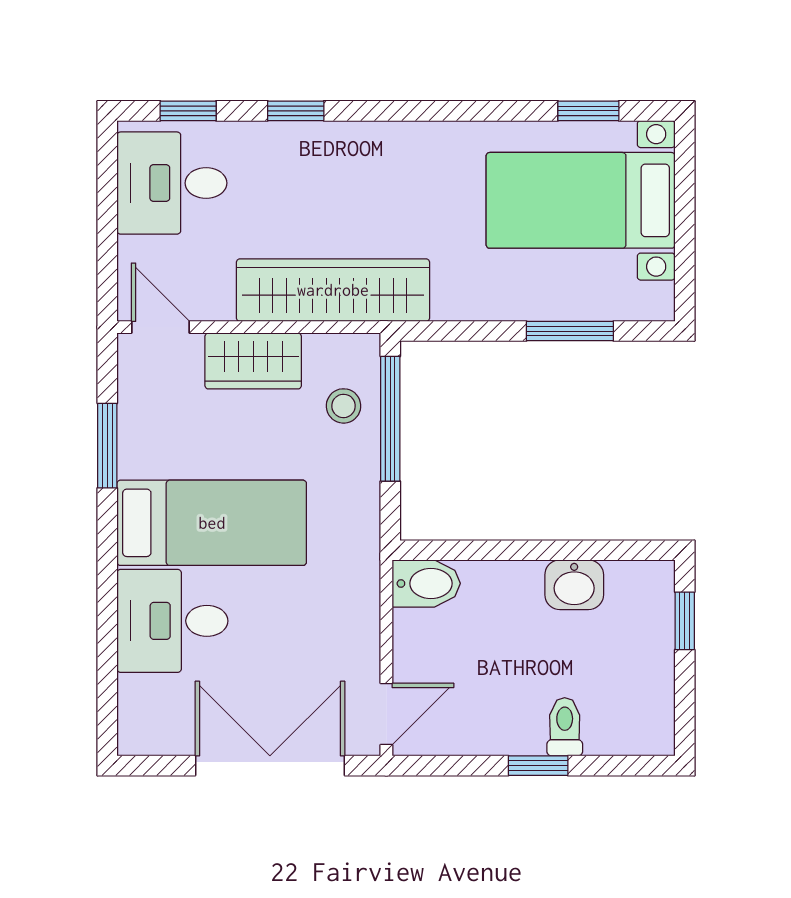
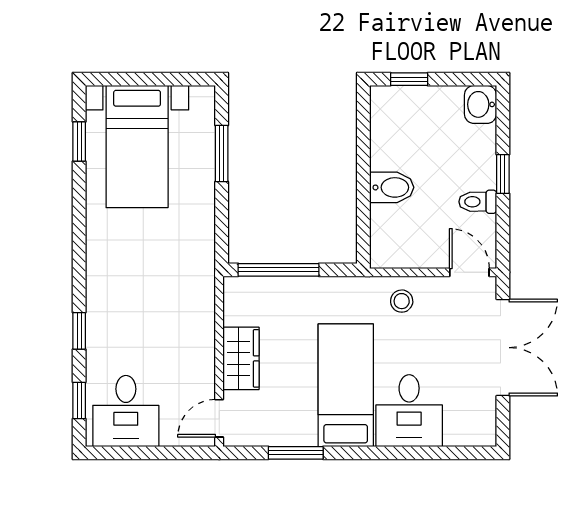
wardrobe: (333, 290) -> (195, 307), removed
stool: (344, 406) -> (402, 301), moved
bidet: (426, 583) -> (392, 187), moved, turned 90
washbasin: (574, 585) -> (480, 104), moved, turned 180
toilet: (565, 727) -> (478, 202), moved
double door: (270, 766) -> (503, 348), swing flipped

